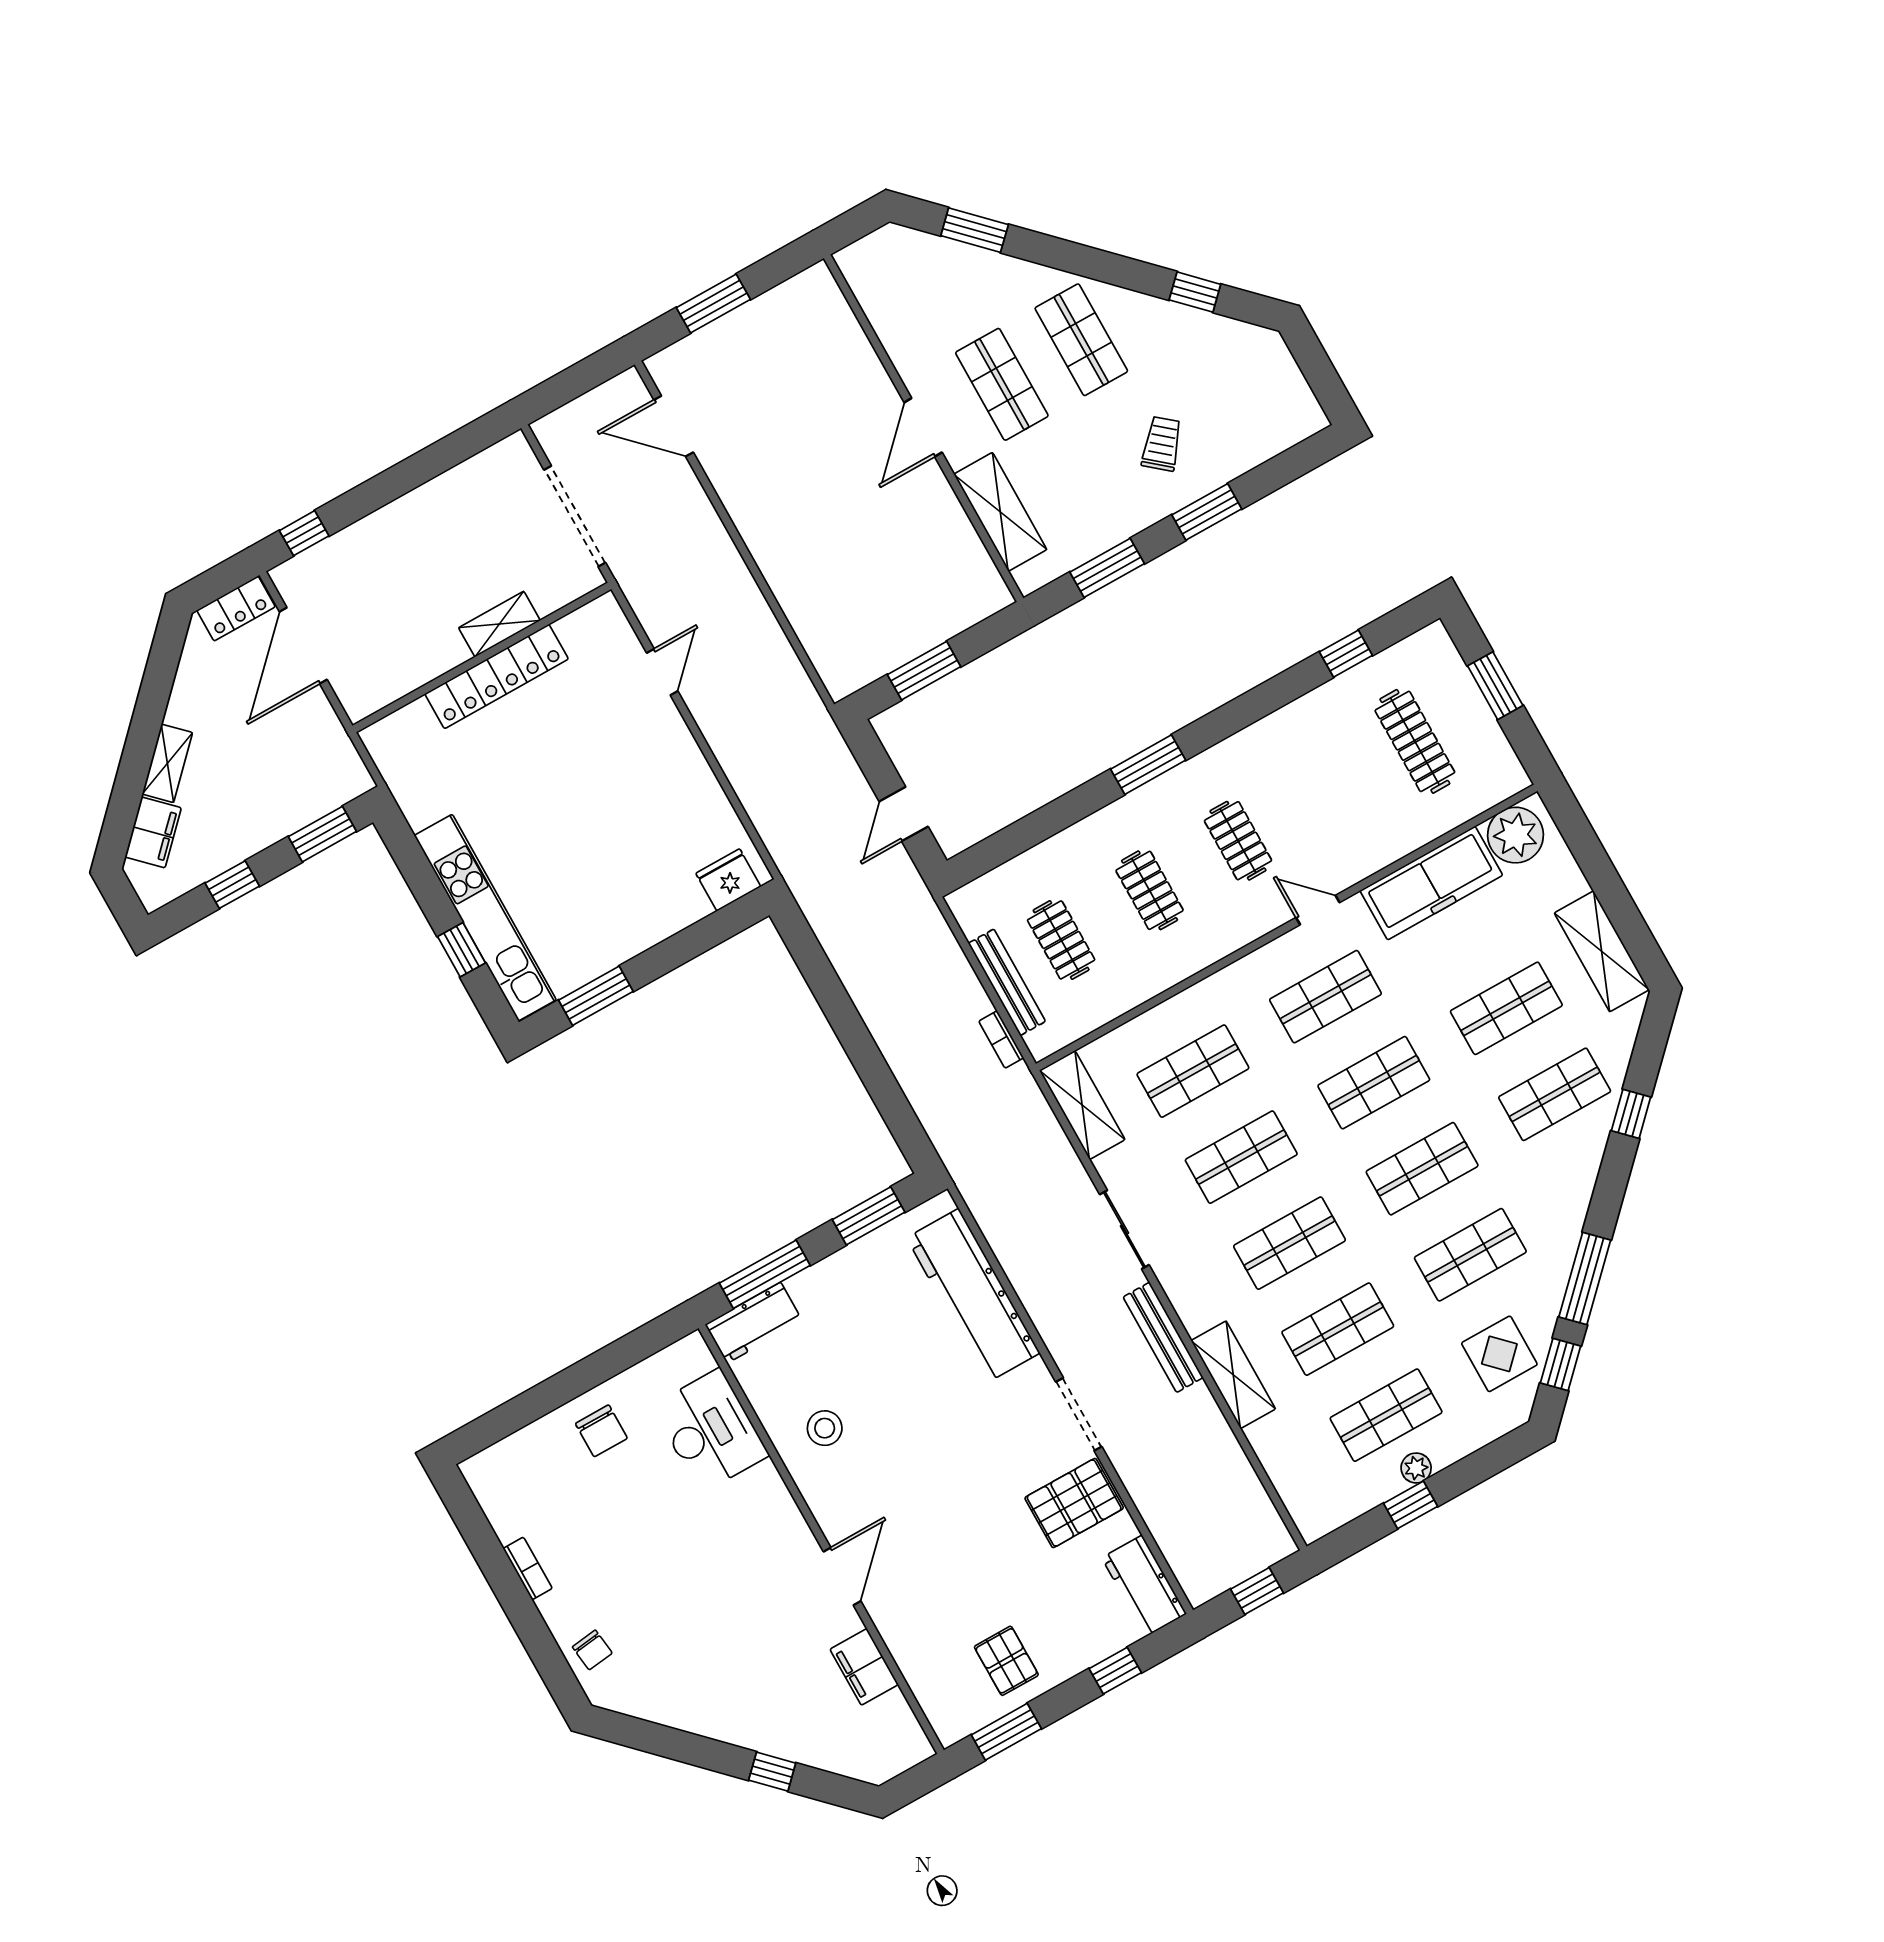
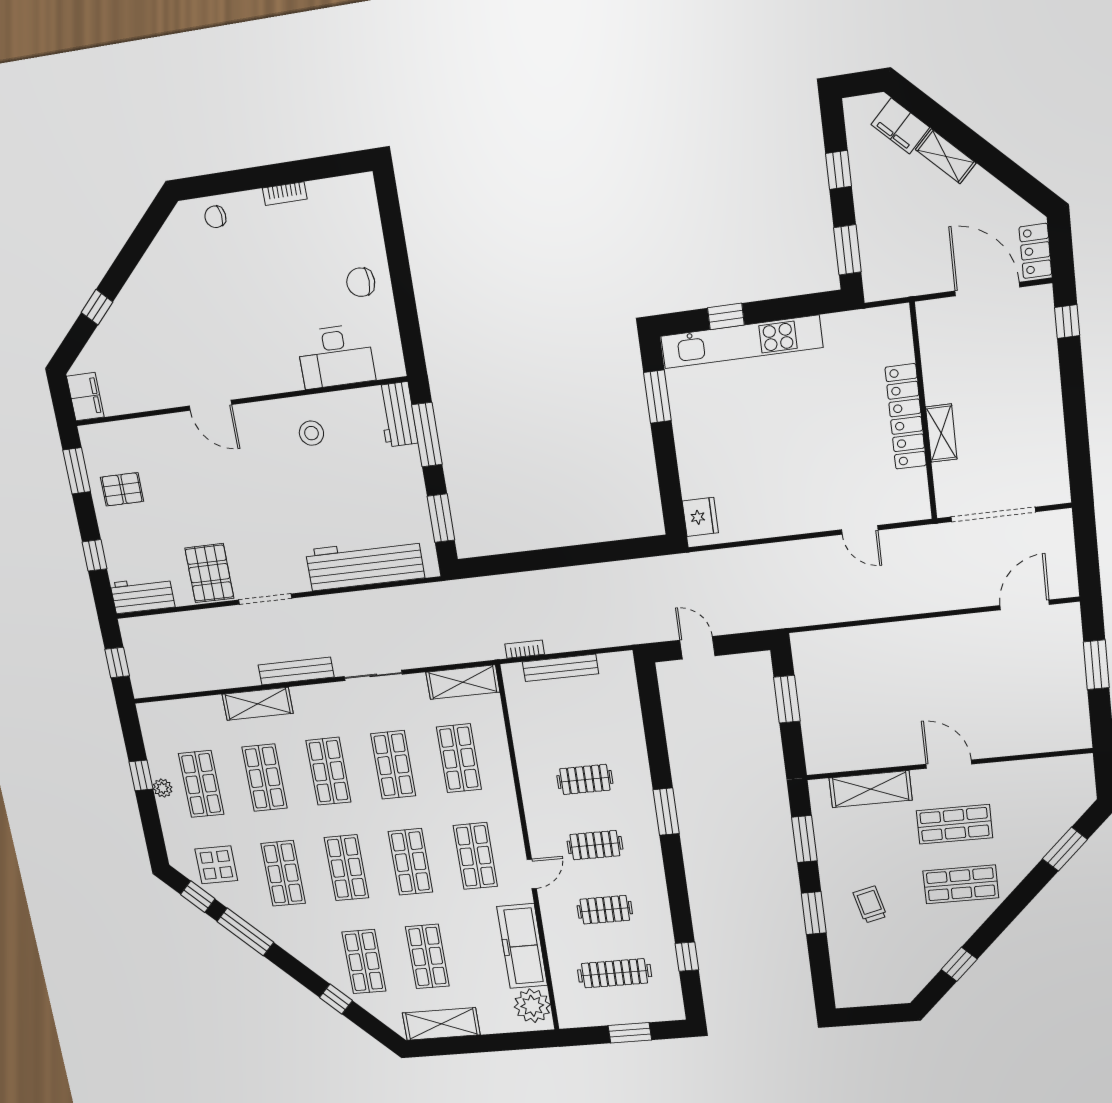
trolley: (1162, 444) -> (870, 905), turned -144
clothes rail: (1061, 940) -> (605, 910), moved
filing cabinet: (864, 1667) -> (85, 397), moved, turned 90

